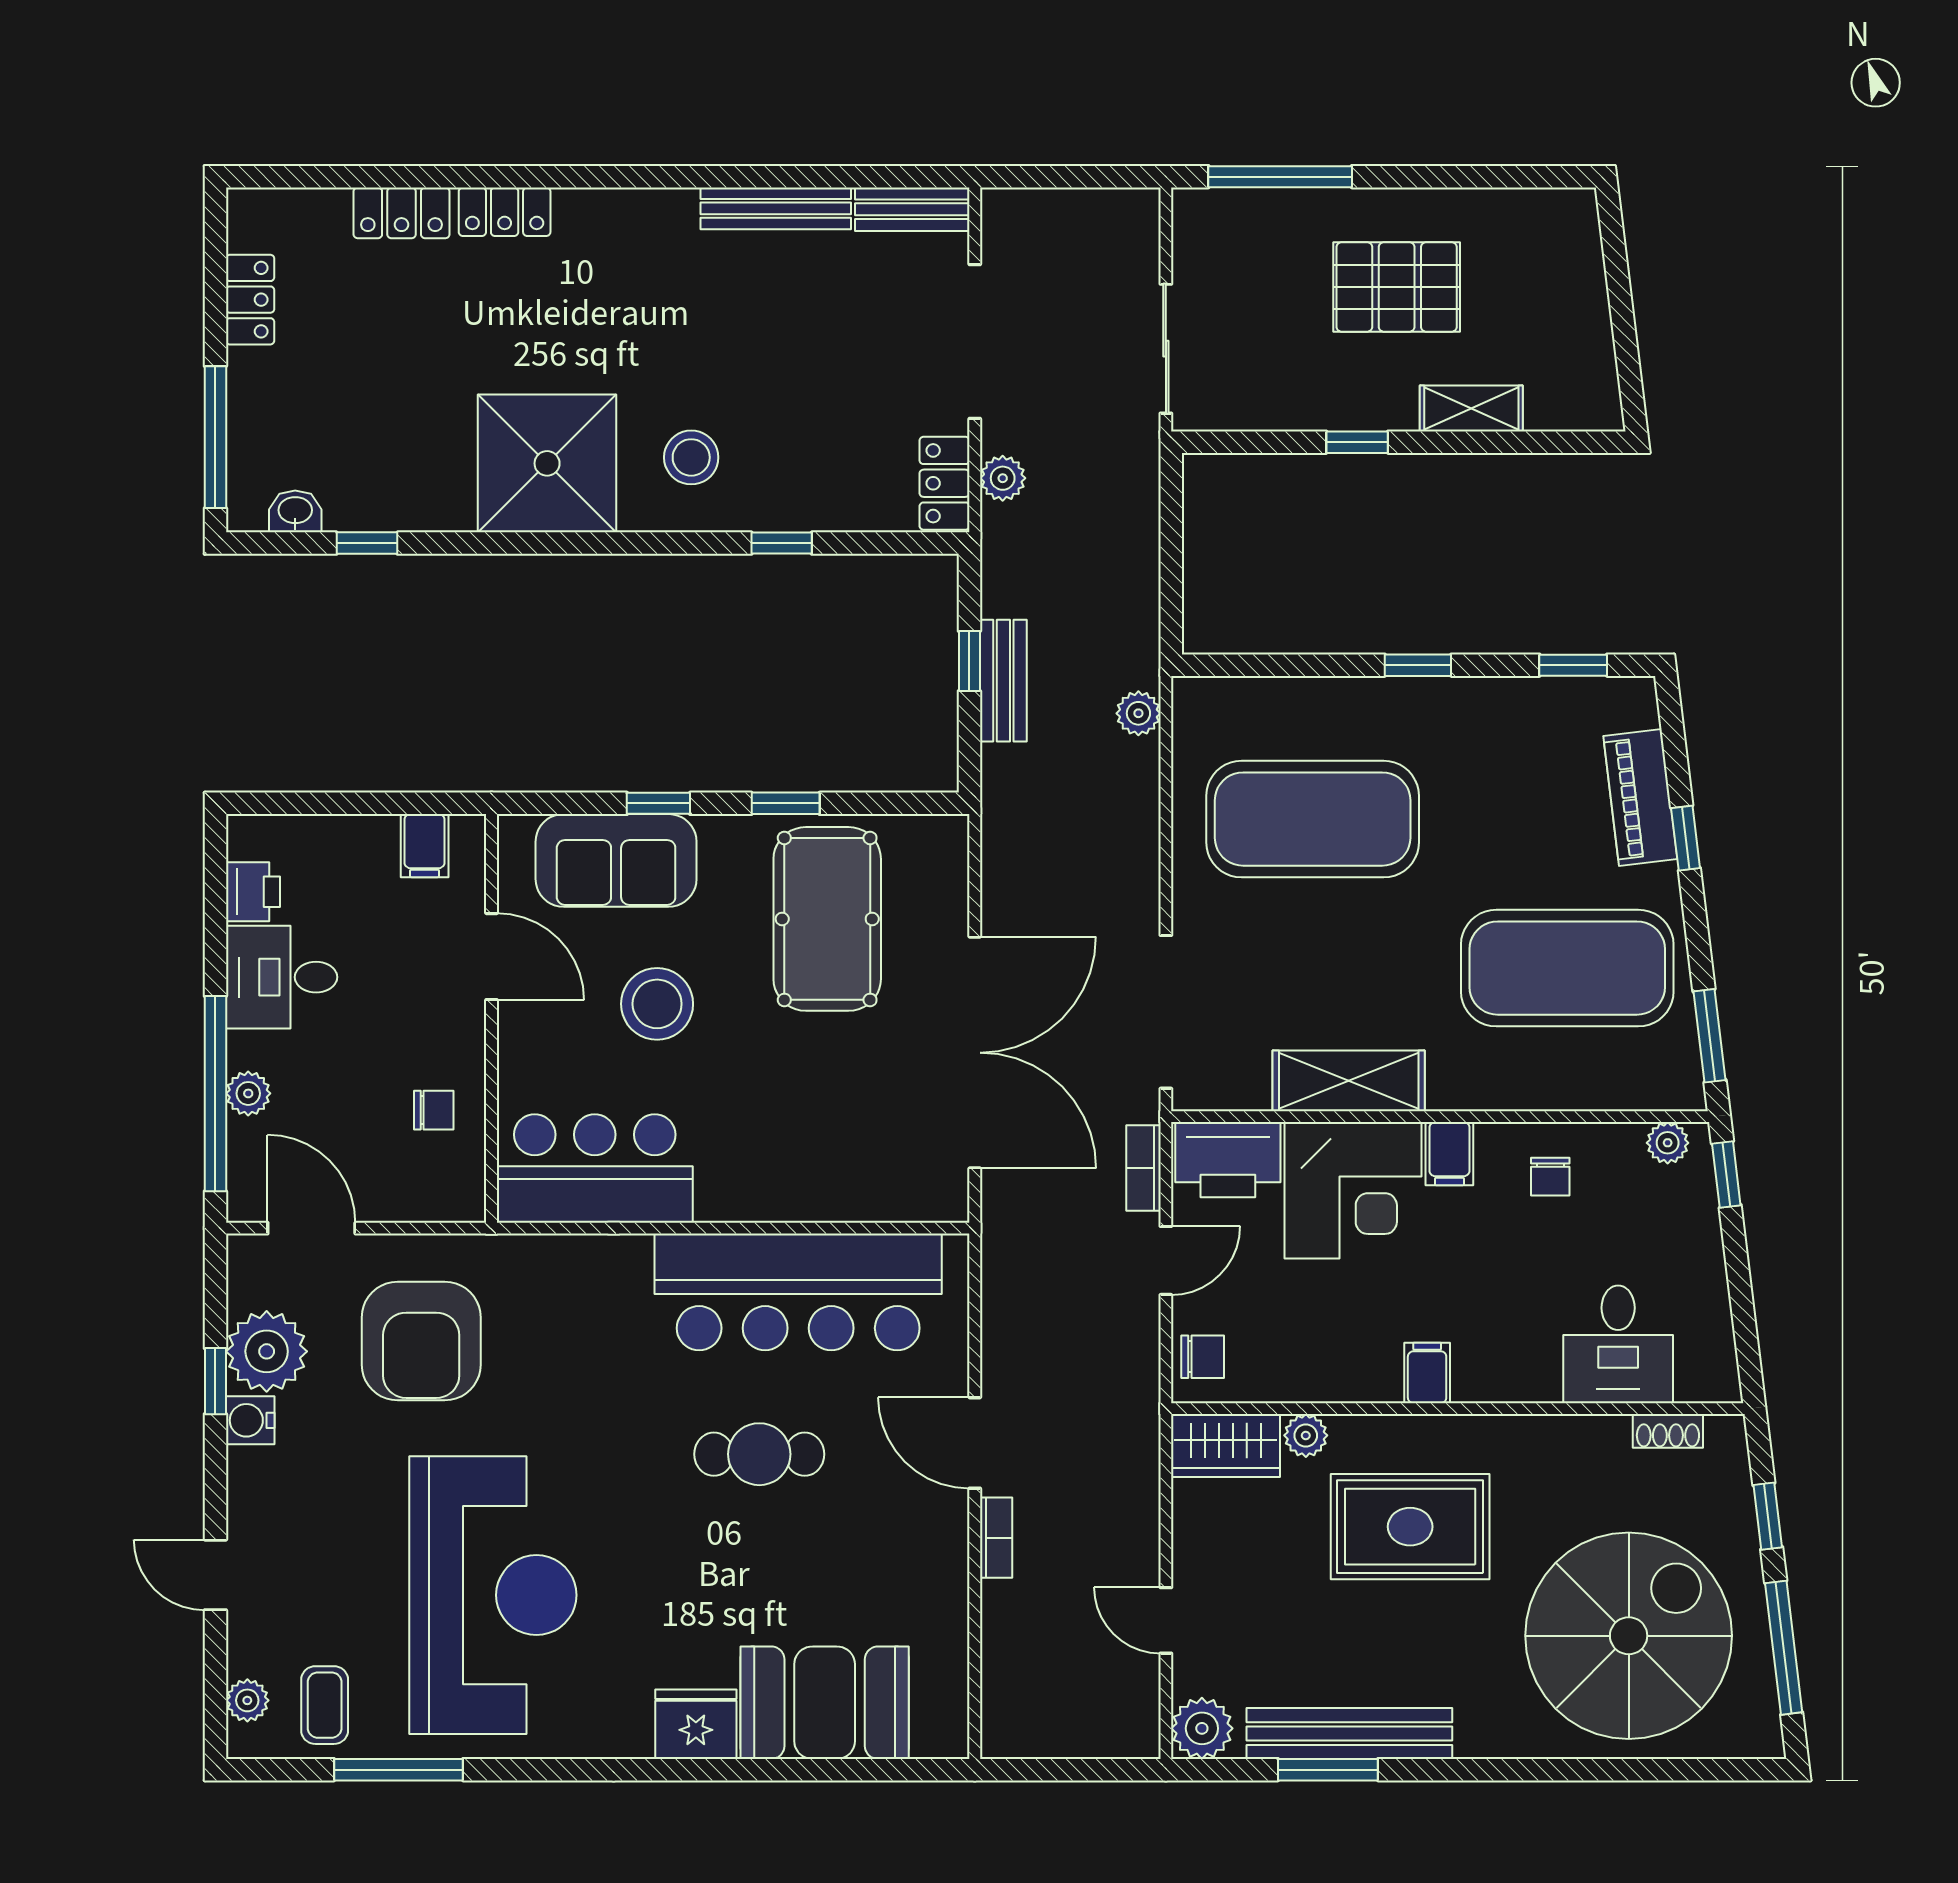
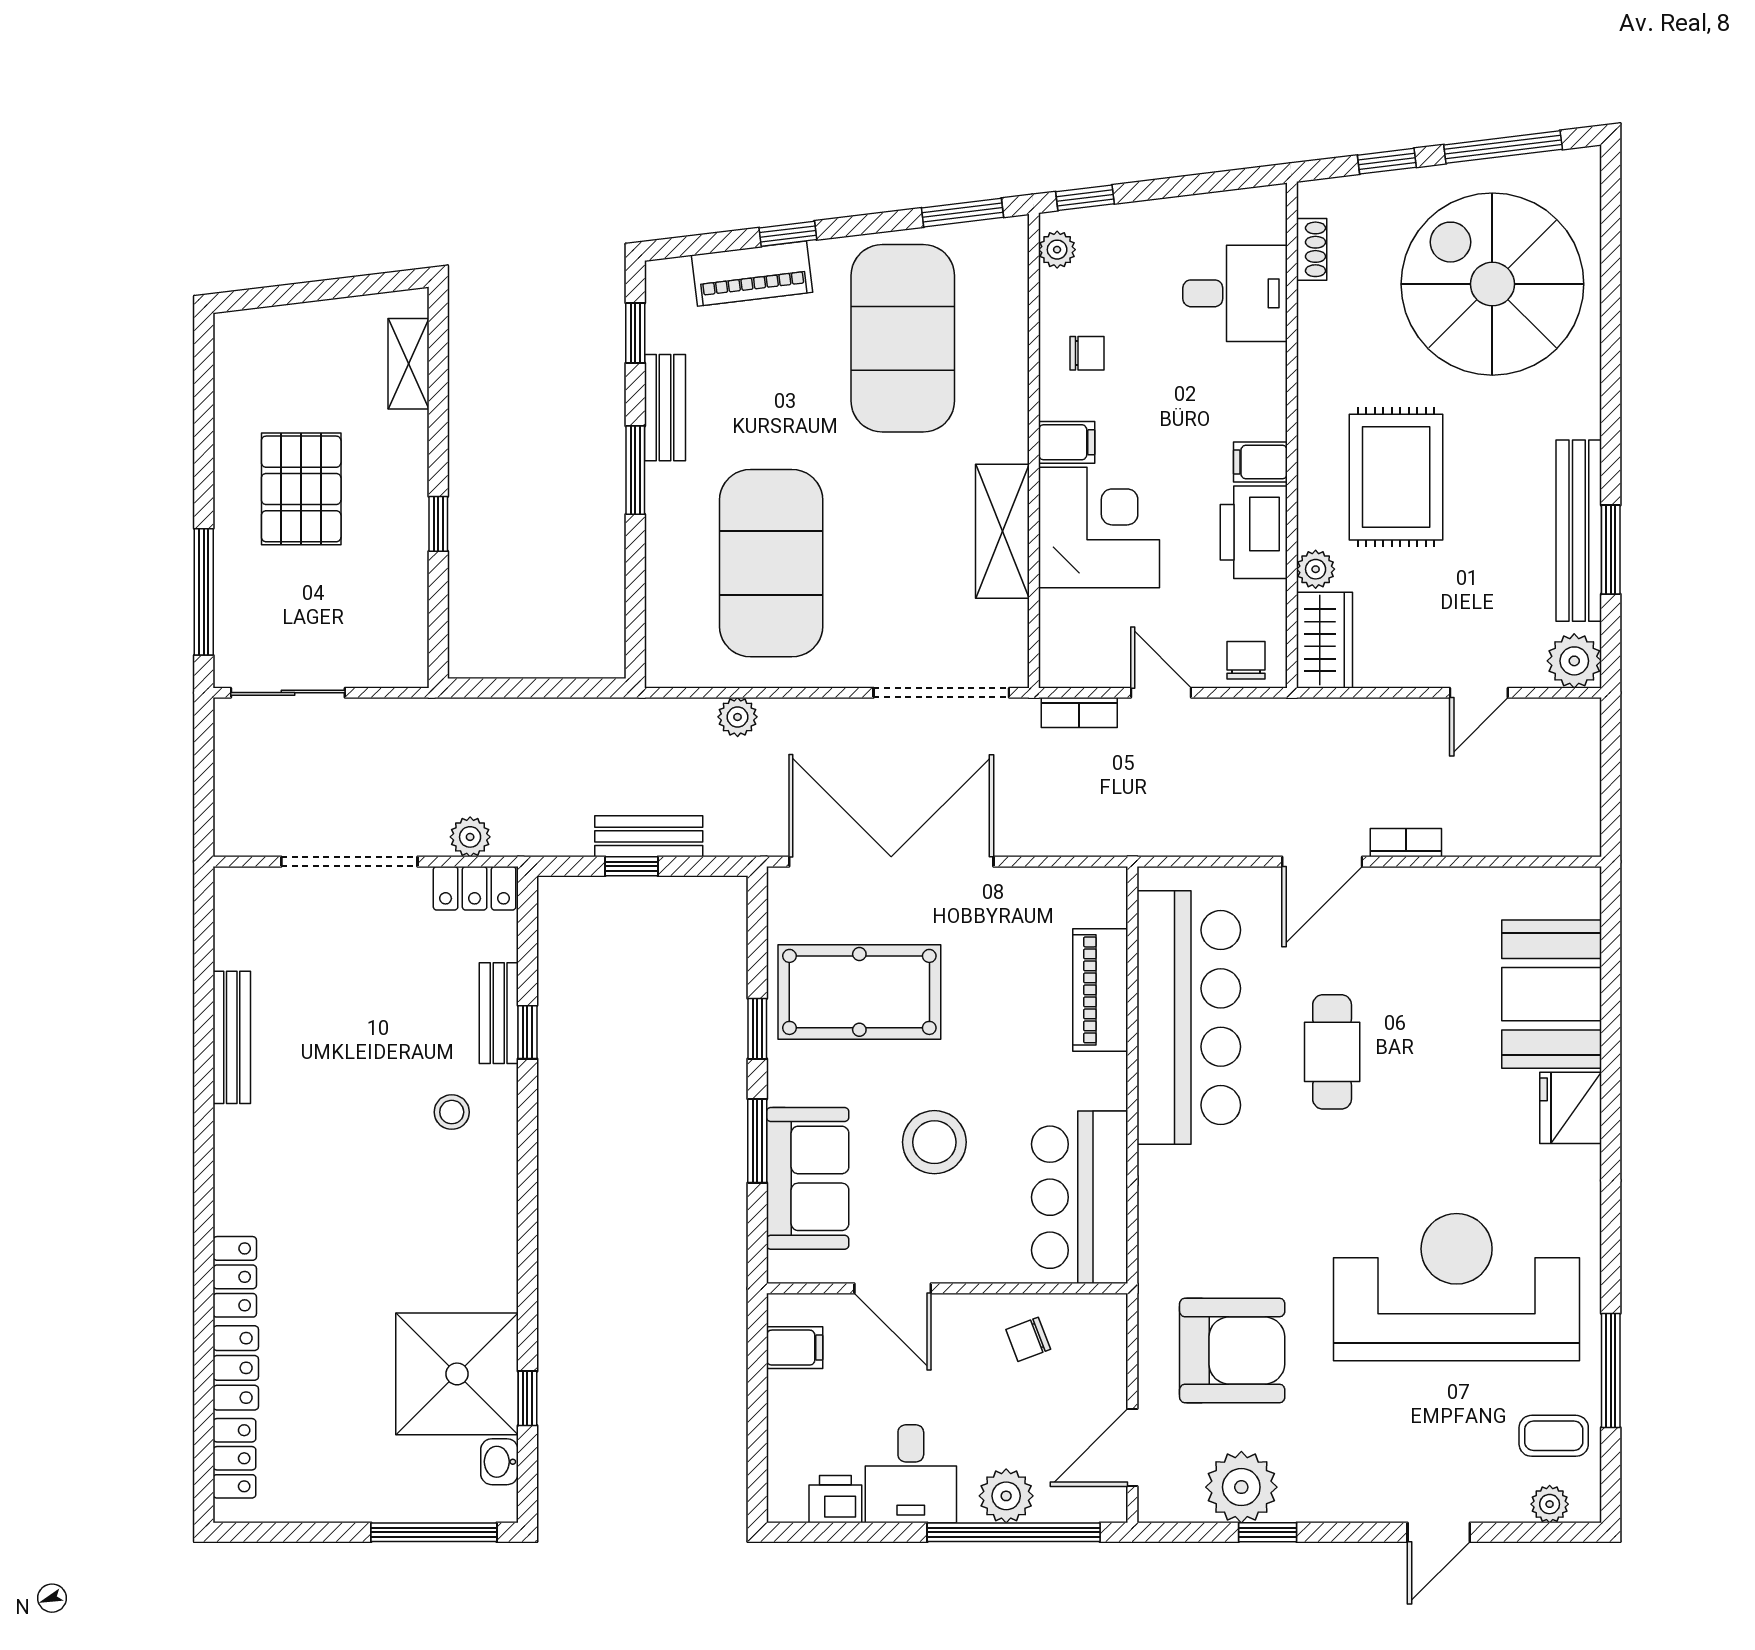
bench: (912, 209) -> (499, 1013), moved
locker: (250, 300) -> (234, 1458), moved, turned 90
sliding door: (1166, 349) -> (288, 693), moved
shelving: (1471, 409) -> (409, 364), moved
stool: (691, 457) -> (452, 1112), width x0.73, depth x0.73
shower: (547, 463) -> (457, 1374), moved
window: (1418, 665) -> (635, 470), width x1.50
bench: (1489, 699) -> (665, 408), added
plant: (1138, 713) -> (738, 717), moved
window: (658, 803) -> (757, 1141), width x1.50
door: (492, 957) -> (893, 1288), swing flipped
double door: (975, 1053) -> (891, 862), moved
plant: (248, 1093) -> (1006, 1496), width x1.38, depth x1.38
chair: (434, 1110) -> (1028, 1339), turned -111
printer: (1228, 1160) -> (1254, 532), moved, turned 180
piano: (829, 1192) -> (1100, 990), added
water cooler: (250, 1420) -> (1302, 1502), removed

